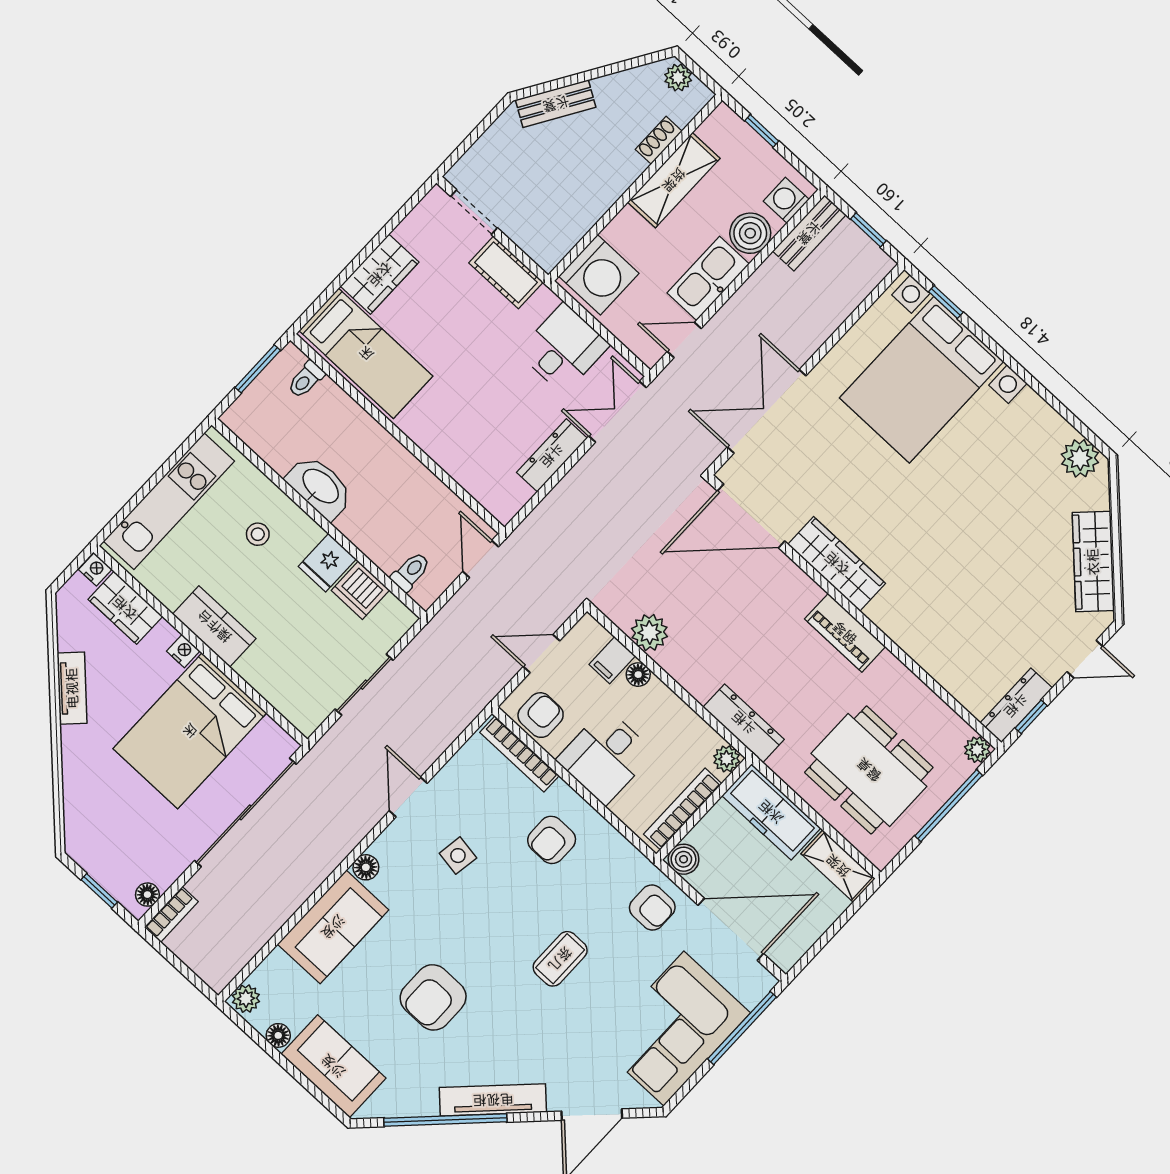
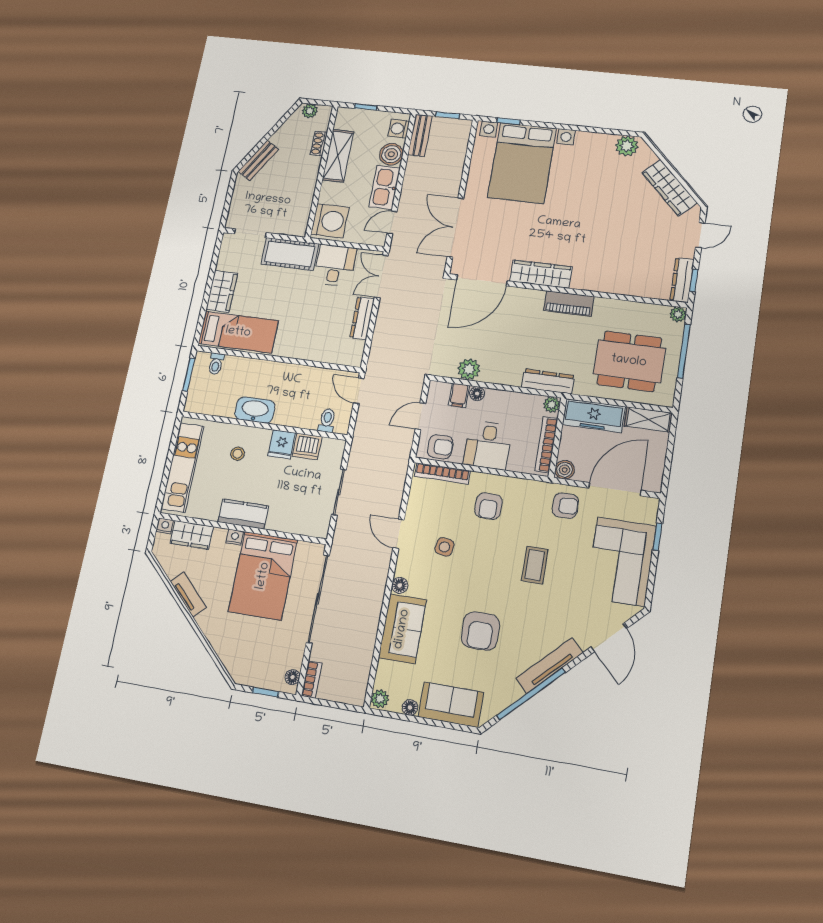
cot: (506, 272) -> (290, 254), width x1.37, depth x1.34
armchair: (541, 715) -> (440, 447), turned 90
window: (742, 1028) -> (657, 537), width x0.46

